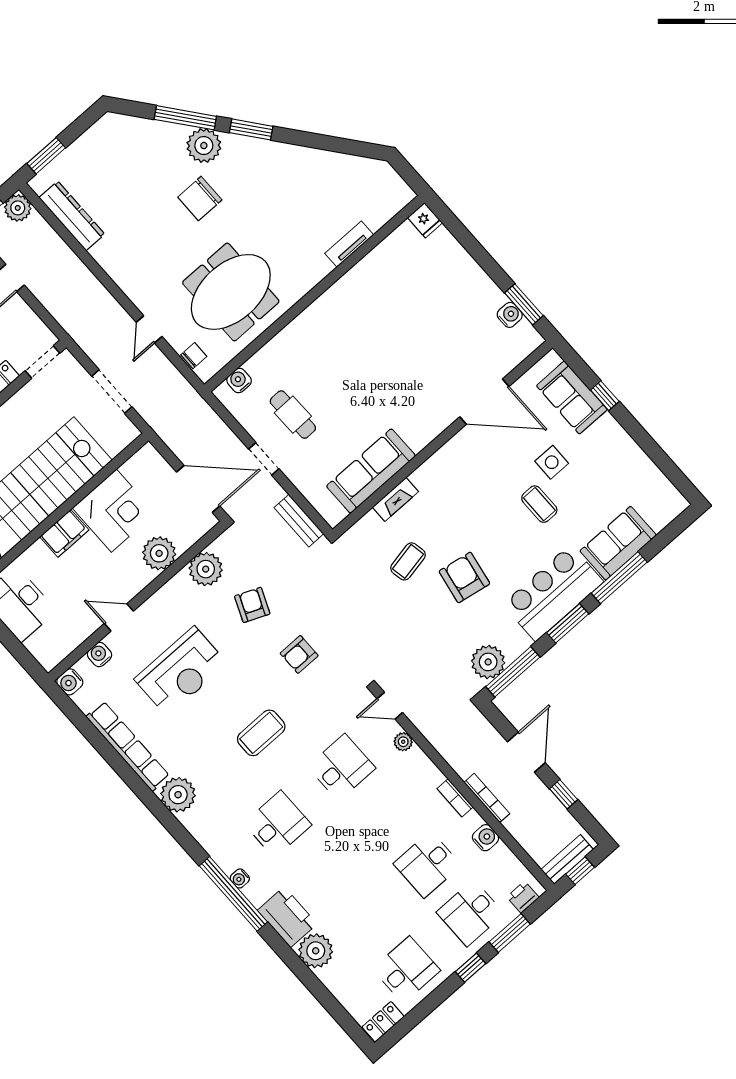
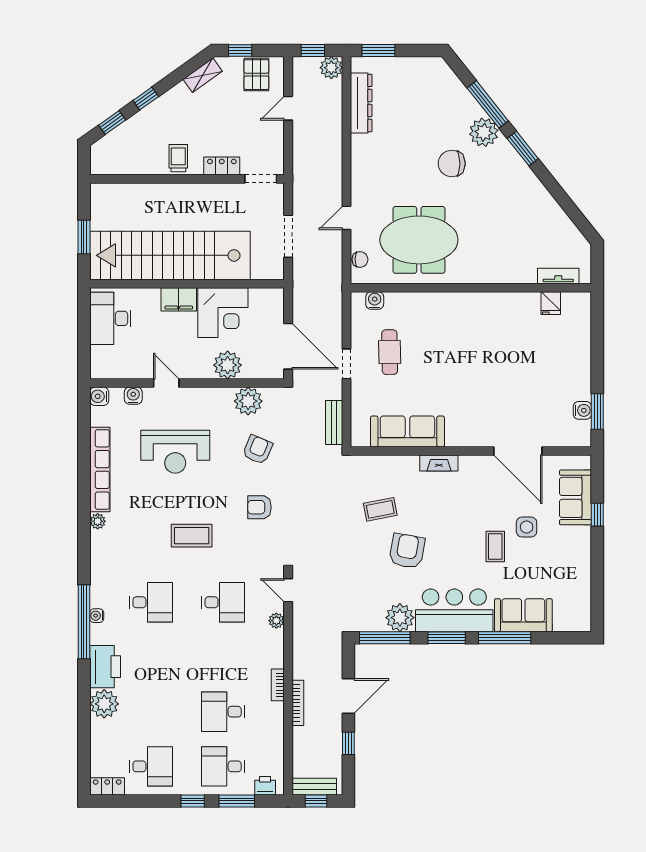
fridge: (425, 220) -> (551, 303), moved
tv unit: (349, 244) -> (558, 276), moved
fireplace: (395, 499) -> (439, 463), moved
plant: (488, 662) -> (400, 618), moved
plant: (178, 795) -> (98, 521), width x0.53, depth x0.53
water cooler: (485, 838) -> (275, 727), removed

